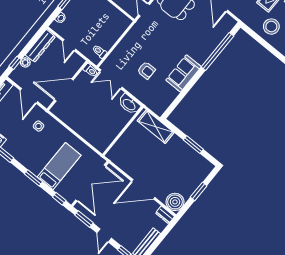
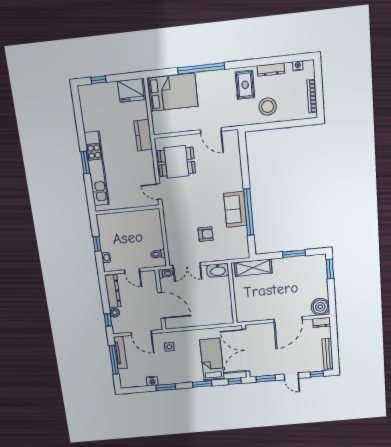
window: (217, 52) -> (249, 212), moved
door: (64, 90) -> (161, 306), swing flipped
double door: (91, 183) -> (246, 350), swing flipped
window: (199, 191) -> (330, 269), moved

